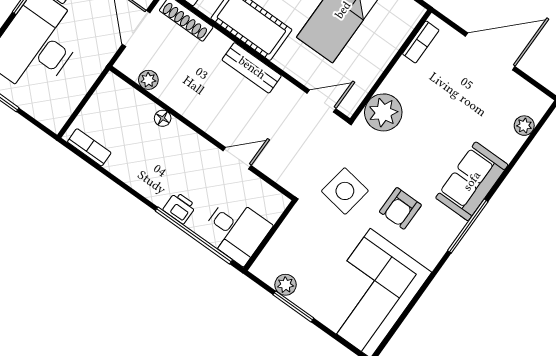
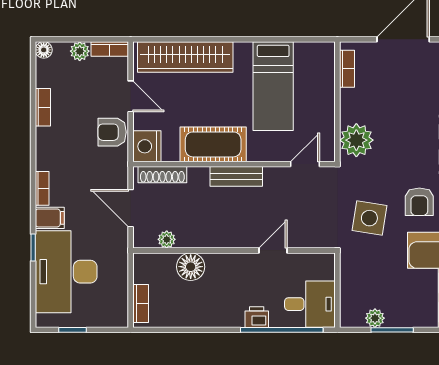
floor lamp: (163, 118) -> (191, 267), width x1.89, depth x1.89
bookcase: (89, 147) -> (141, 304), moved, turned 90

